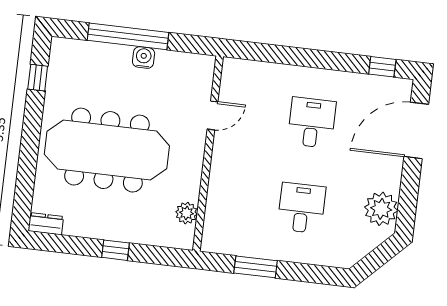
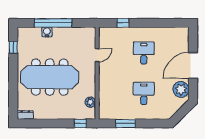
water cooler: (144, 58) -> (47, 32), moved
window: (382, 67) -> (123, 23), moved
door: (416, 130) -> (193, 65), moved
window: (115, 250) -> (80, 123), moved

